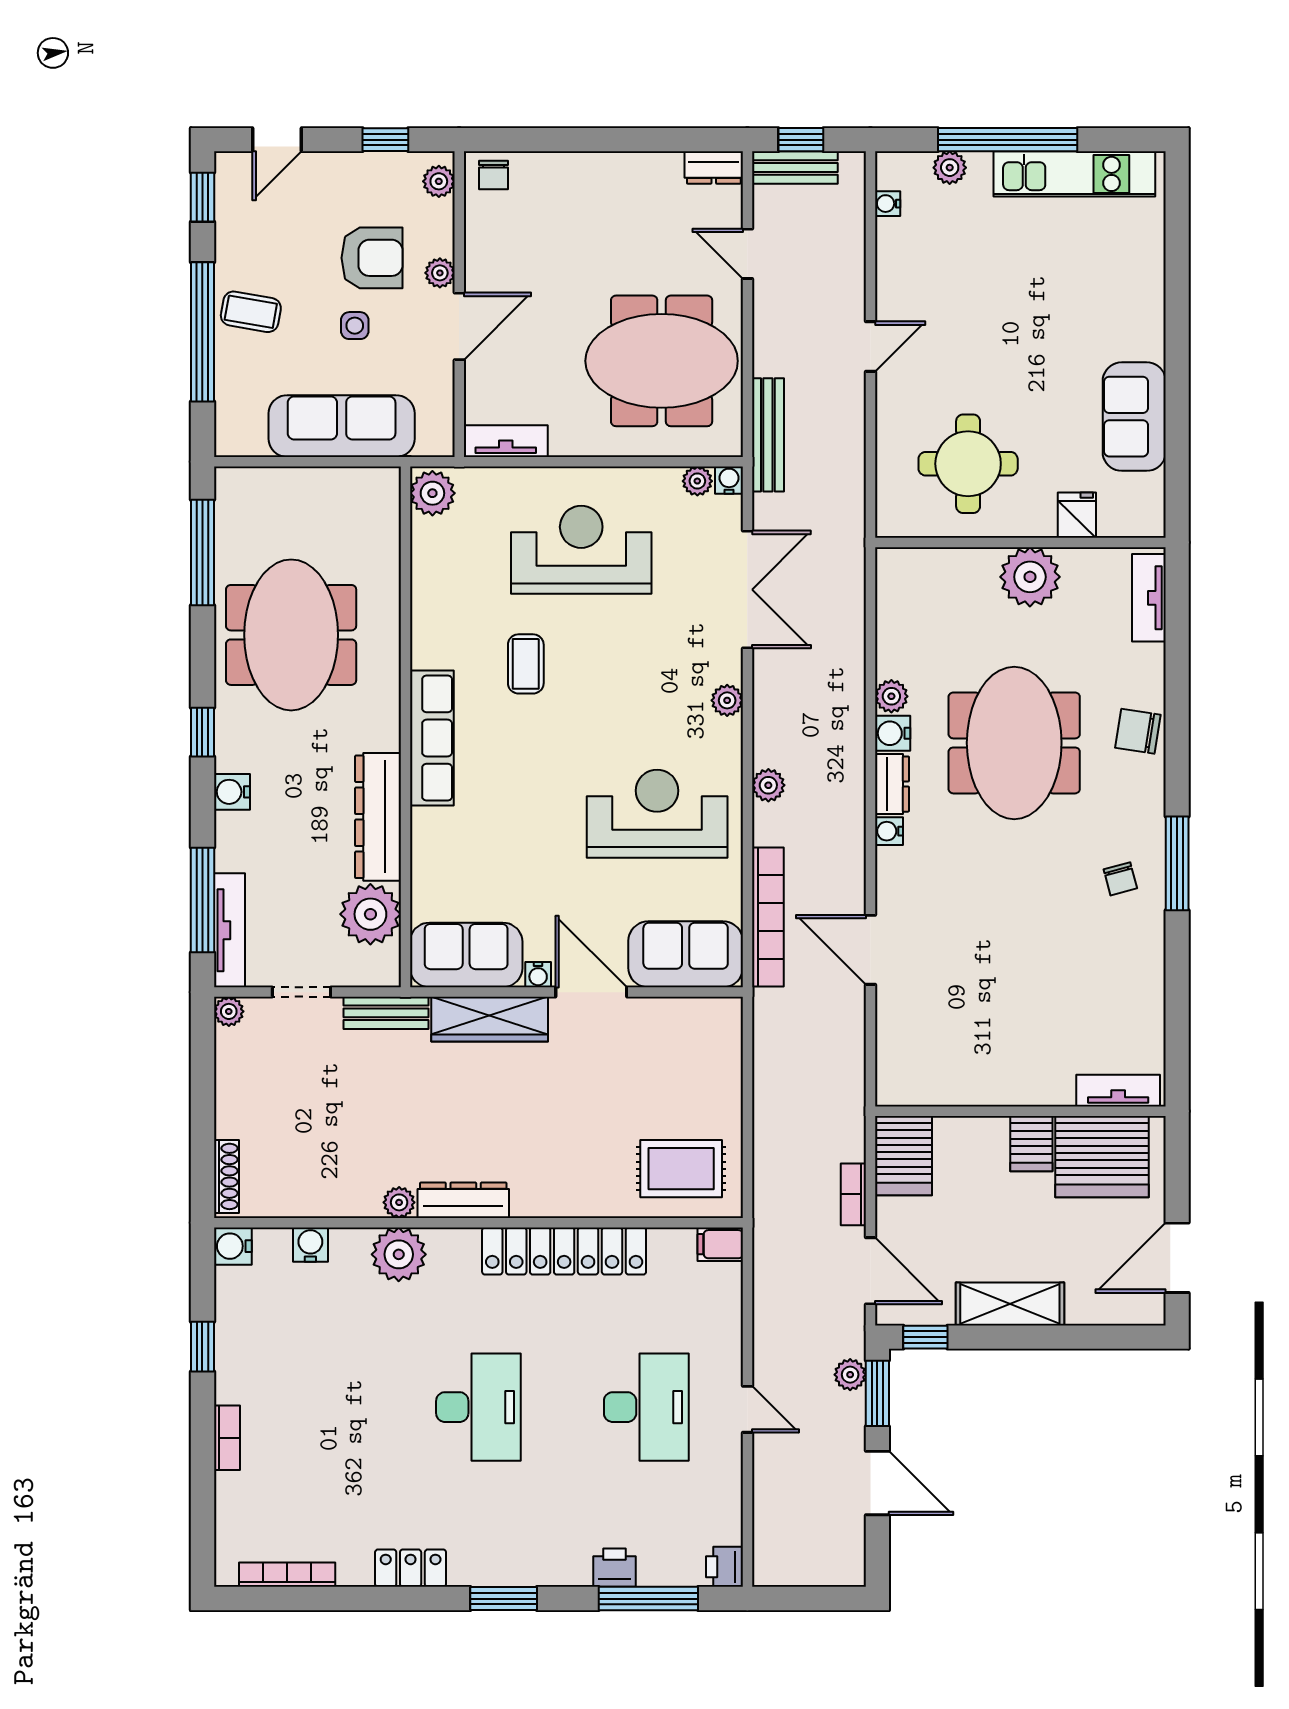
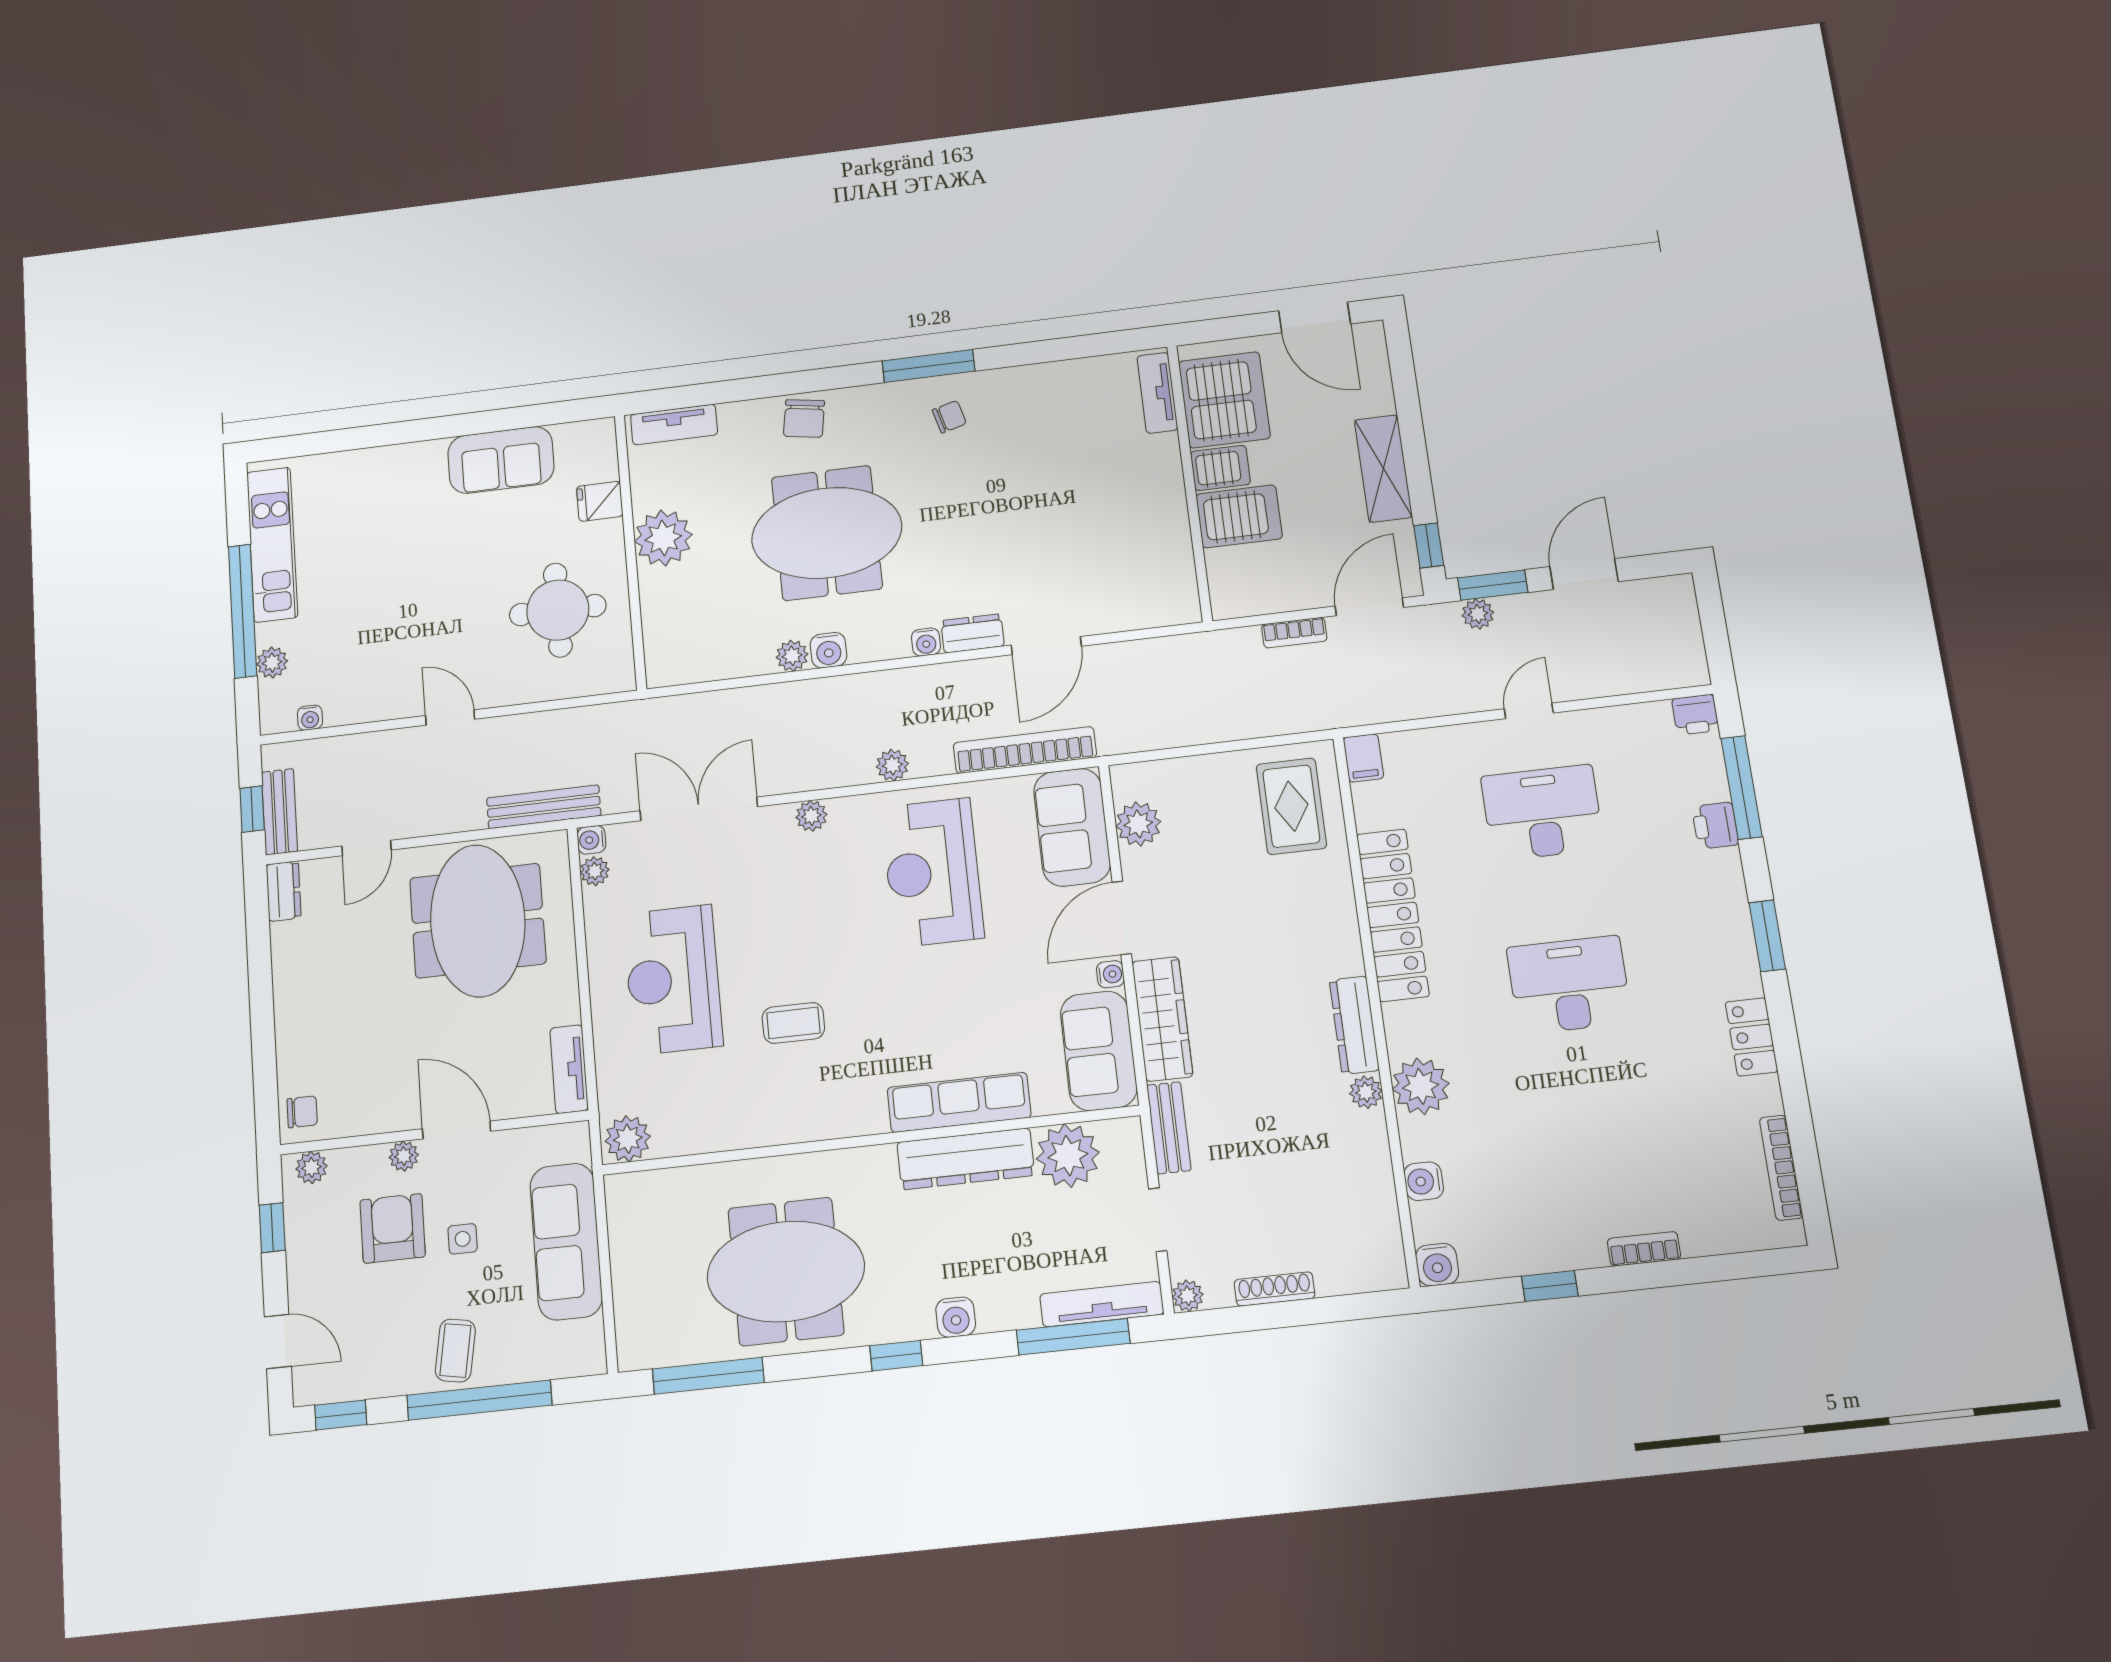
row of seats: (432, 738) -> (959, 1102), moved
dresser: (892, 784) -> (973, 633), moved
plant: (681, 1019) -> (1138, 824), added
server rack: (904, 1156) -> (1239, 516), moved
shoe rack: (226, 1176) -> (1275, 1289), moved

